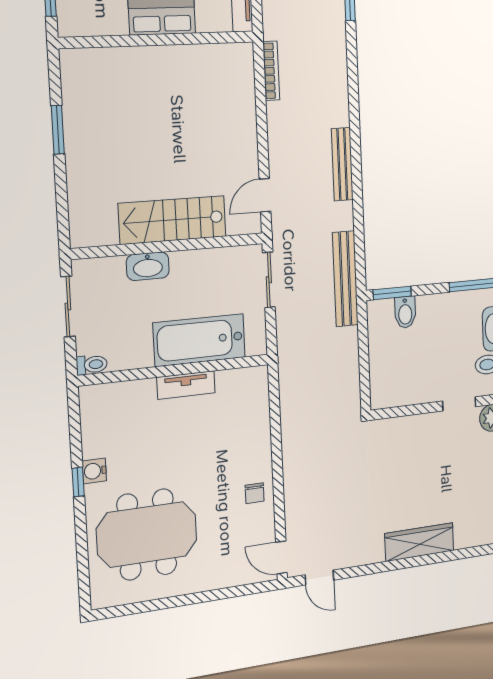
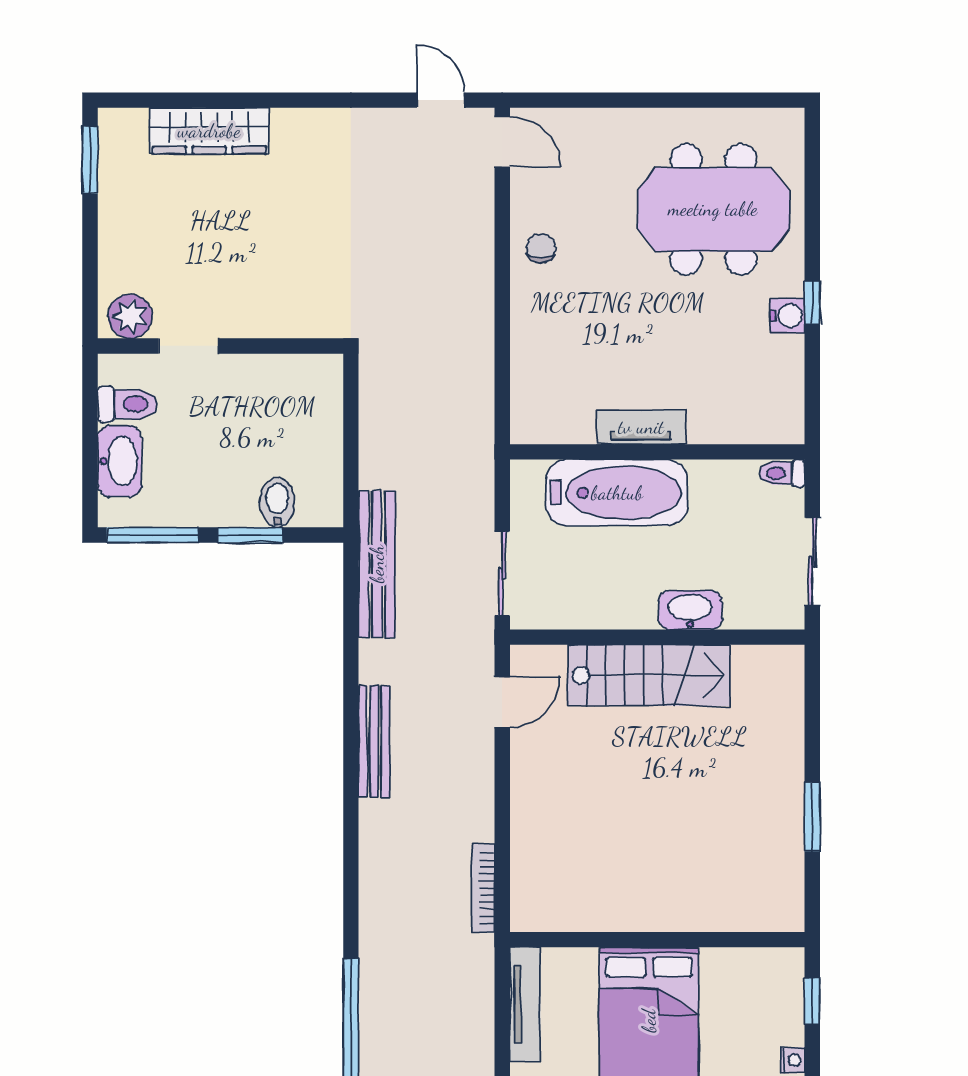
window: (392, 293) -> (250, 535), moved
wardrobe: (419, 542) -> (209, 131), moved

